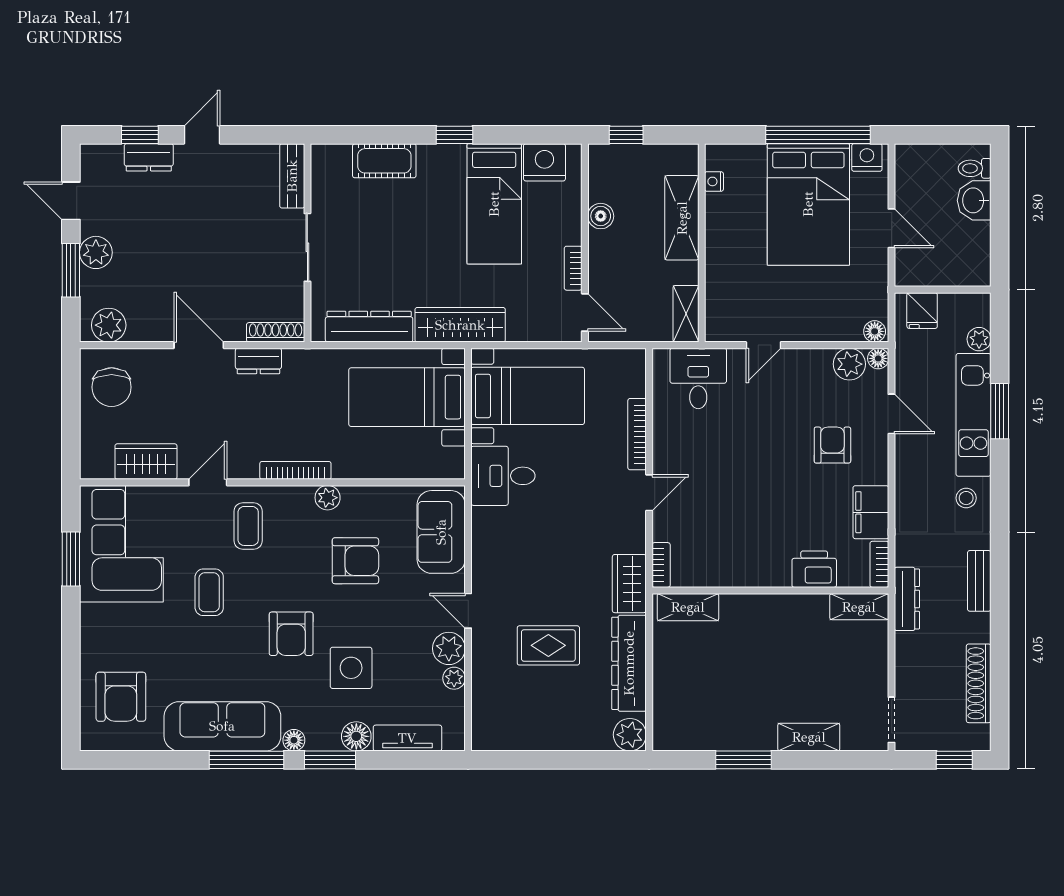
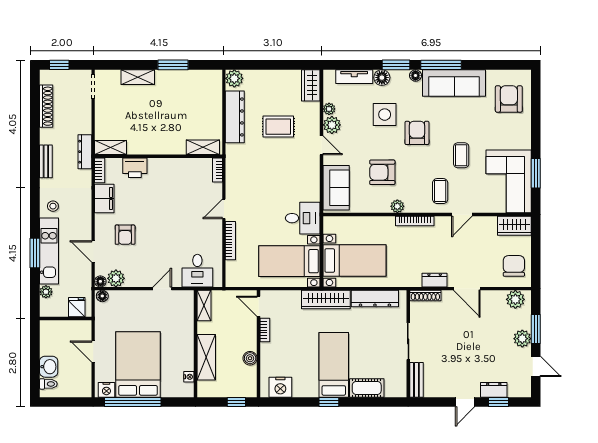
bed: (494, 204) -> (334, 365), moved
wardrobe: (146, 462) -> (514, 226), moved
wardrobe: (629, 584) -> (311, 85), moved, turned 180

